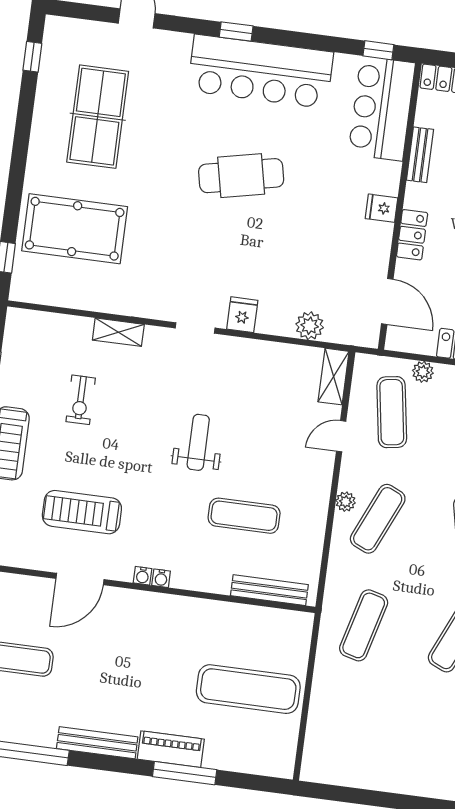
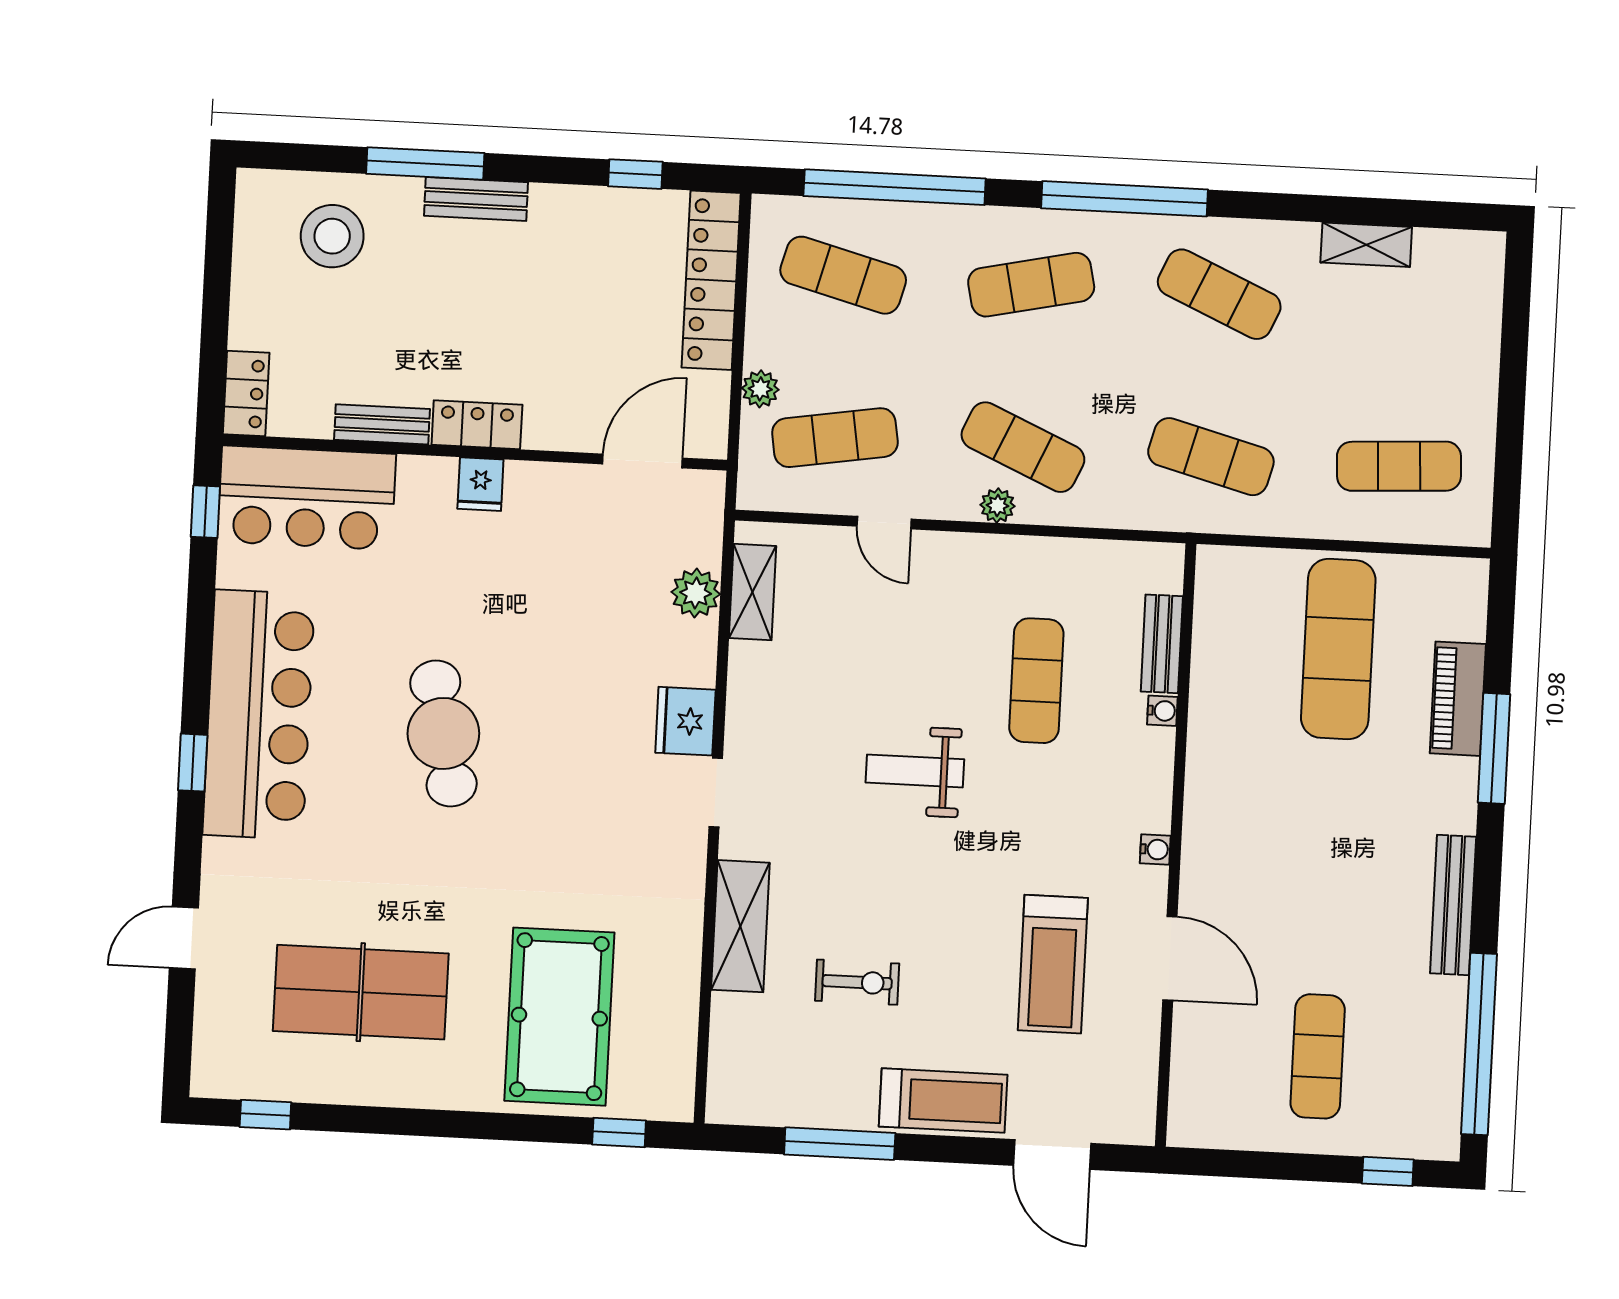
locker: (412, 235) -> (477, 425), moved
fridge: (242, 315) -> (685, 721), width x1.38
shelving: (118, 332) -> (740, 926), width x1.50, depth x1.33
shelving: (334, 377) -> (753, 592), moved, turned 90
water cooler: (161, 578) -> (1162, 711), moved
bench: (269, 590) -> (1162, 644), width x0.73
exercise mat: (350, 732) -> (1399, 466), added
piano: (171, 749) -> (1458, 699), moved

